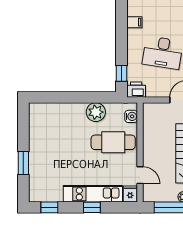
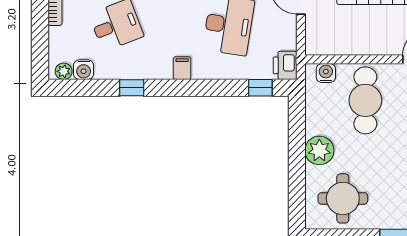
plant: (96, 112) -> (319, 150), moved
round table: (49, 128) -> (343, 198), added

